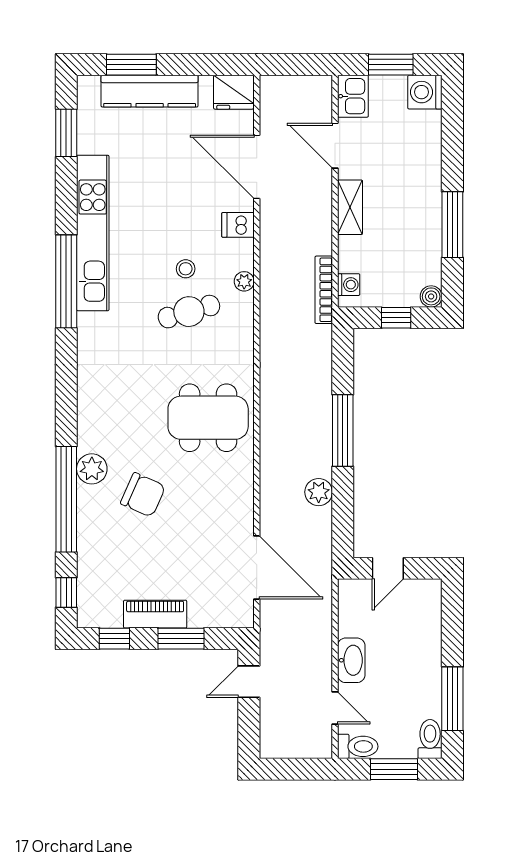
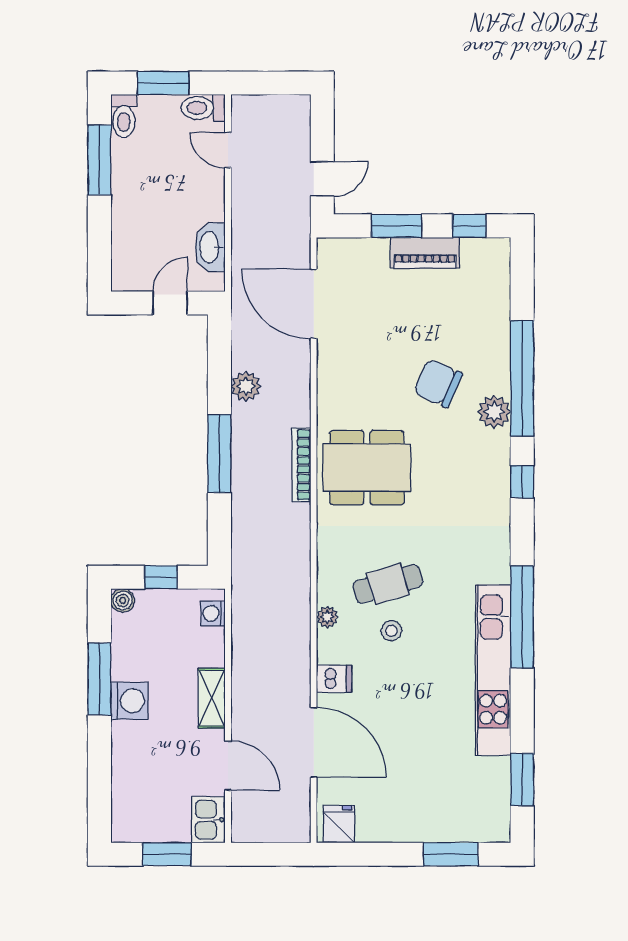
kitchen counter: (150, 91) -> (431, 825), removed
fridge: (234, 92) -> (339, 824), width x0.72
washing machine: (425, 92) -> (129, 701), moved
bookcase: (324, 290) -> (301, 465), moved, turned 180
window: (66, 593) -> (522, 482), moved
washbasin: (351, 660) -> (210, 247), moved

